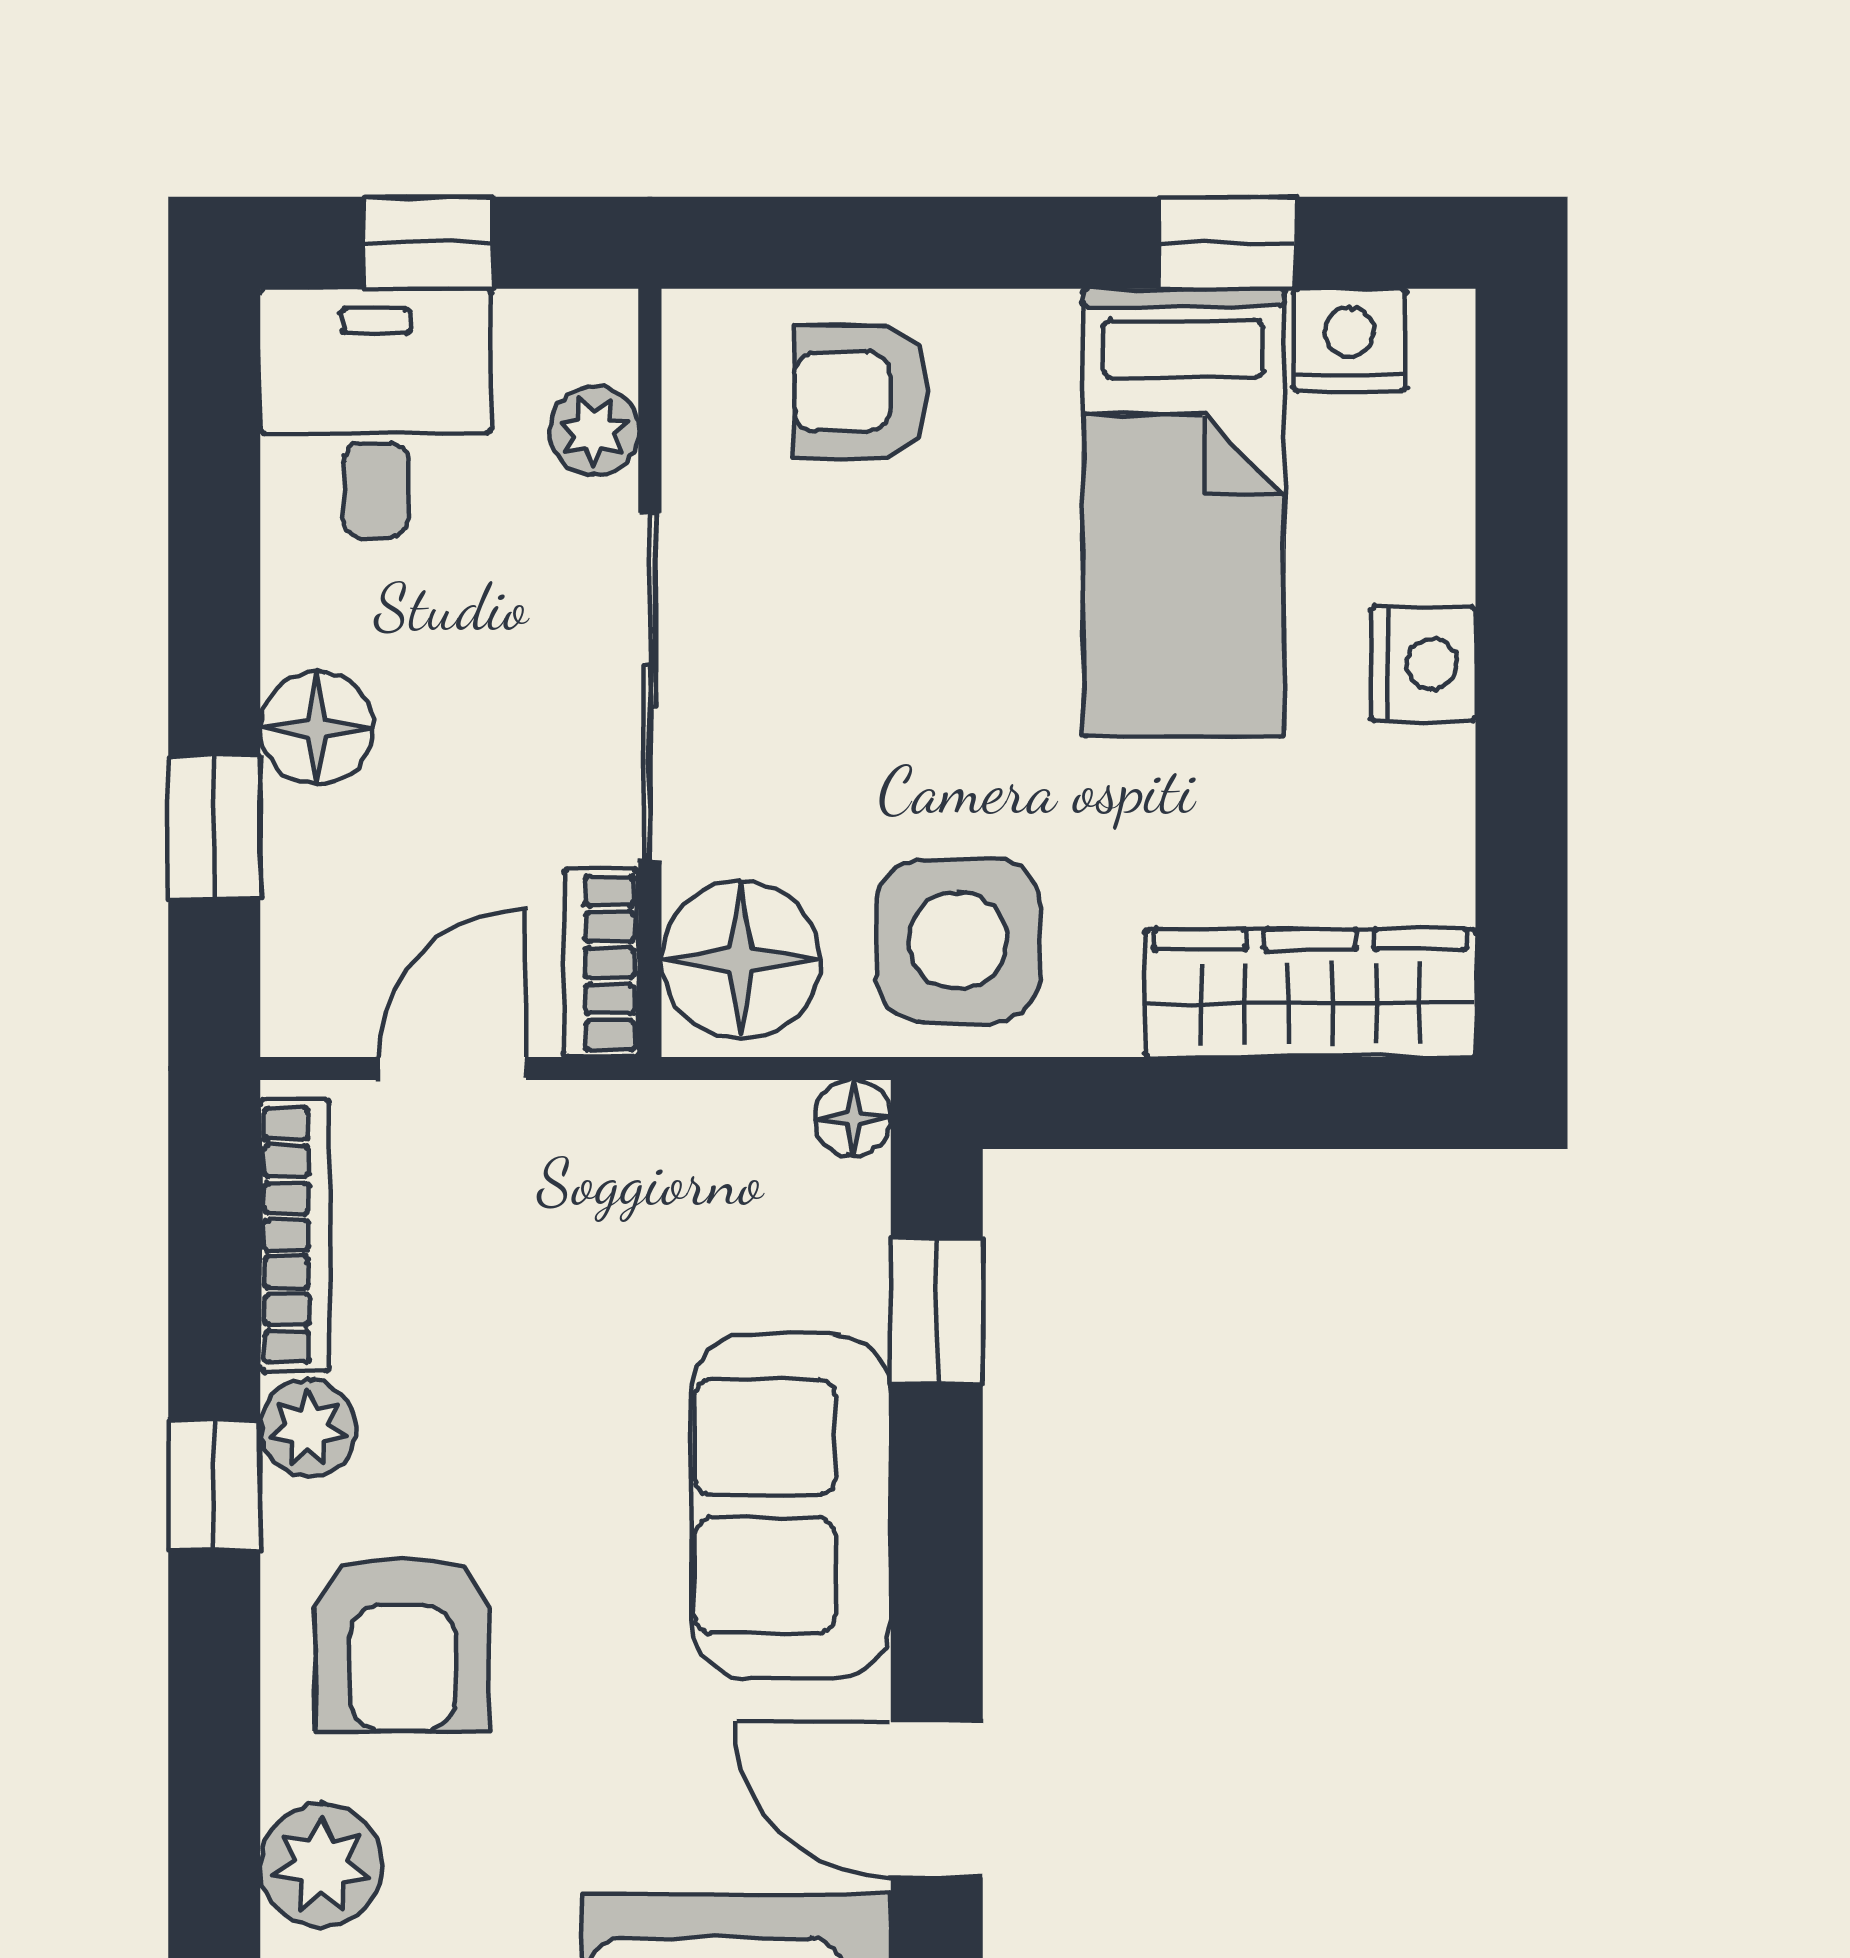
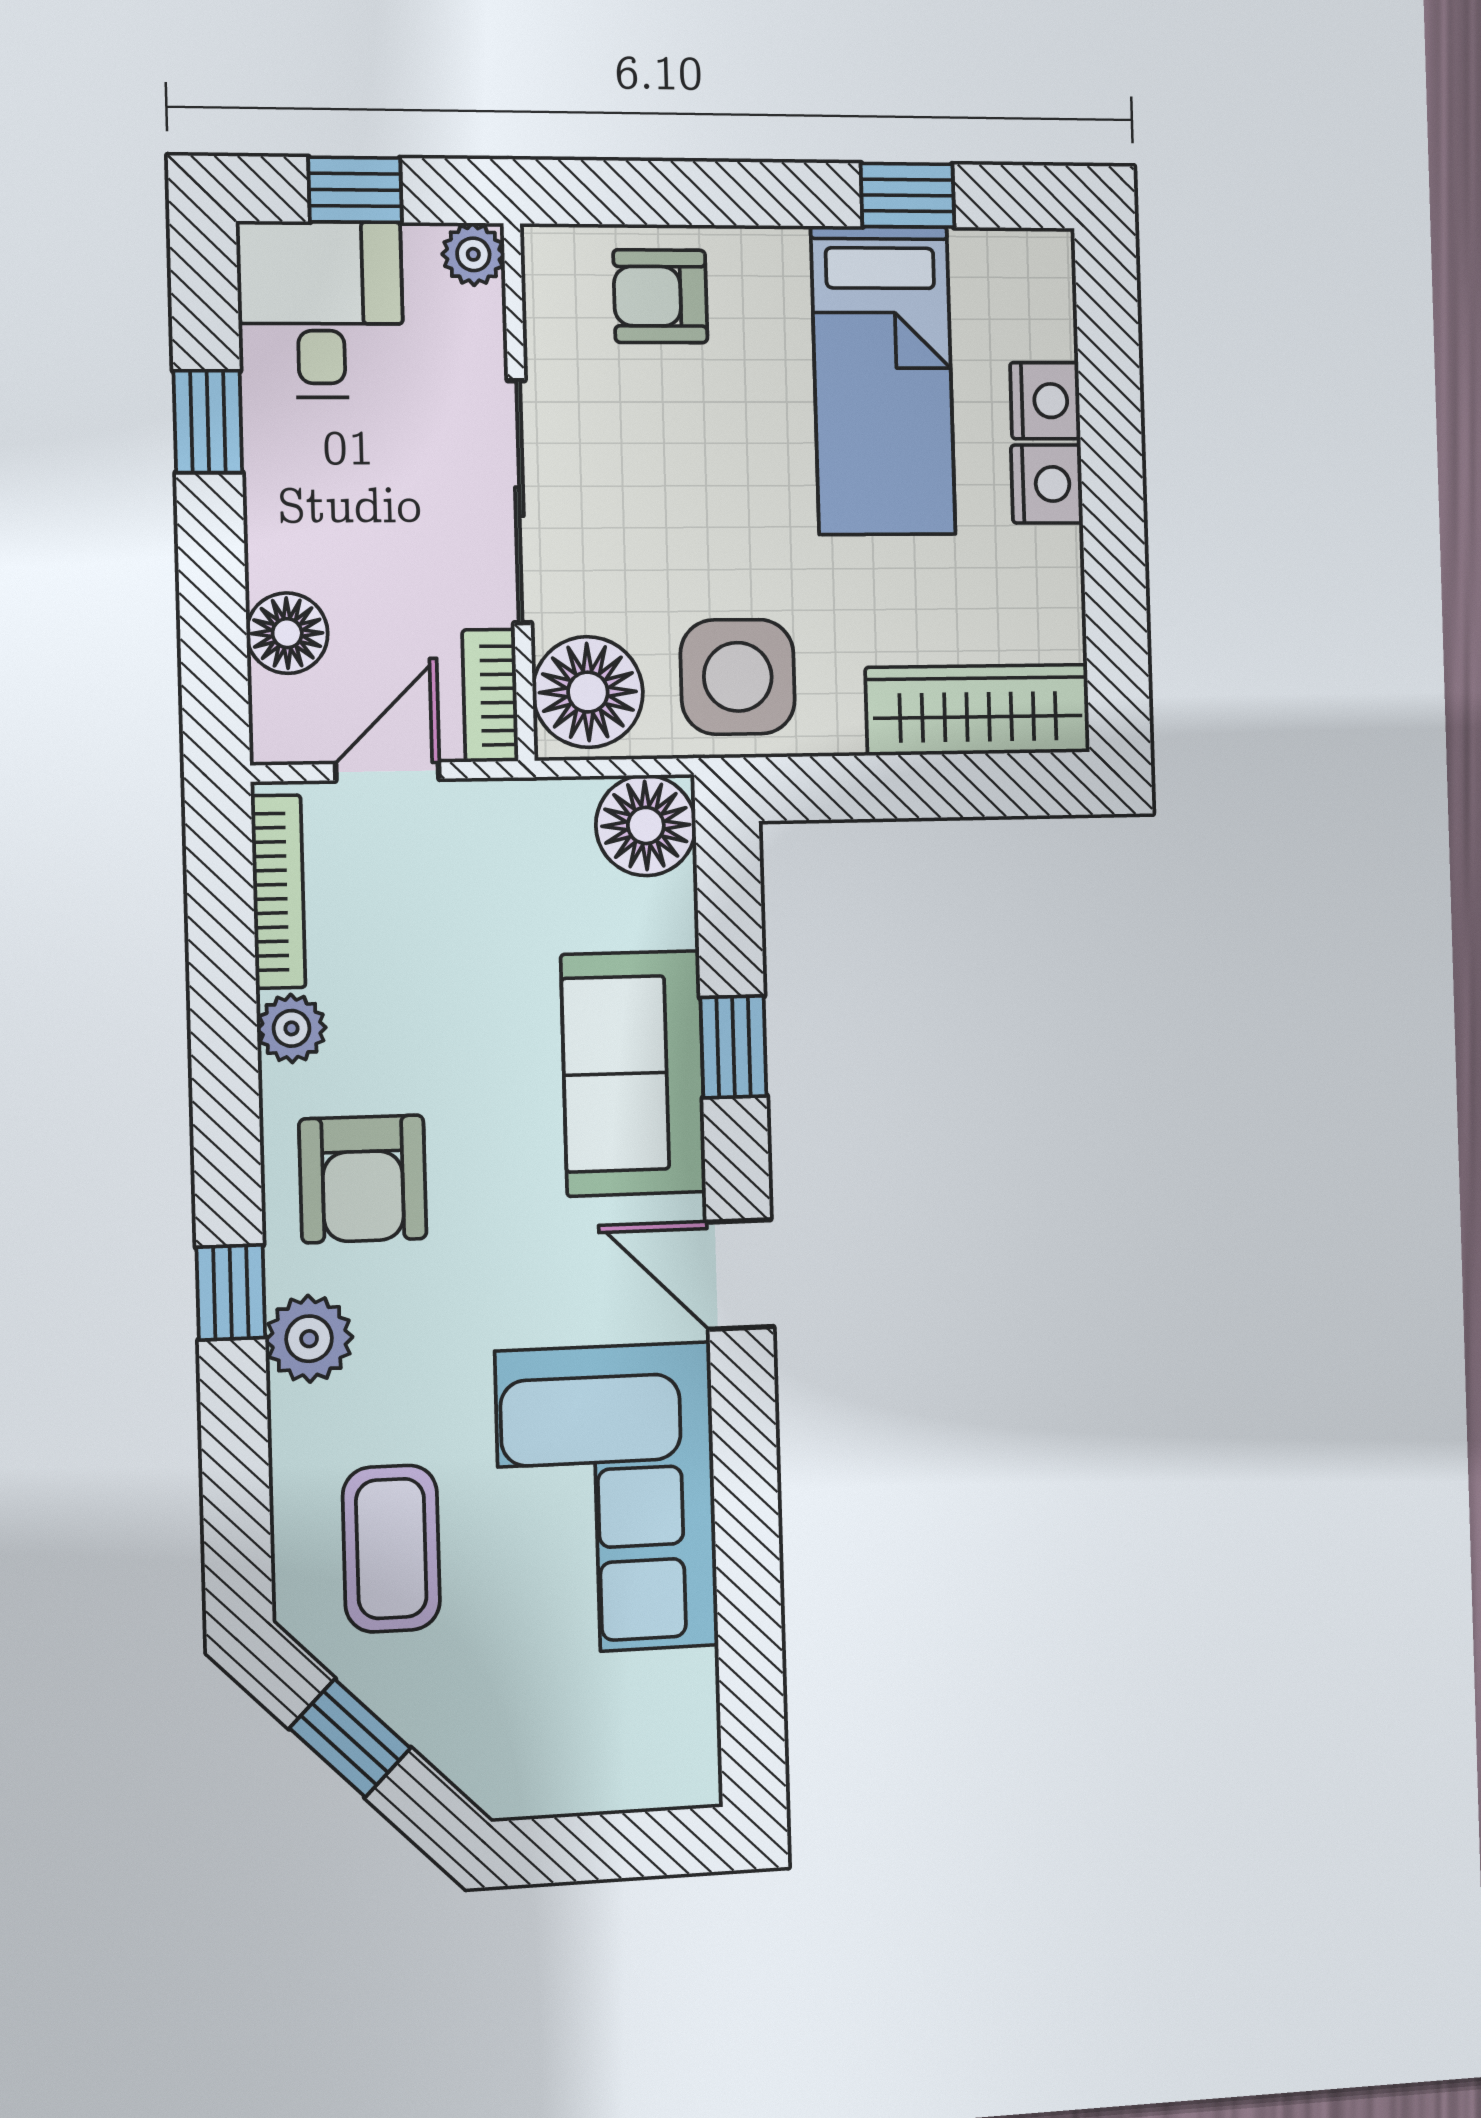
nightstand: (1349, 340) -> (1045, 401), moved, turned 90
plant: (594, 431) -> (473, 254), moved
floor lamp: (317, 728) -> (287, 633), moved
window: (214, 827) -> (208, 422), moved
floor lamp: (853, 1118) -> (646, 825), width x1.89, depth x1.89
window: (937, 1311) -> (733, 1047), moved
window: (214, 1485) -> (231, 1292), moved

